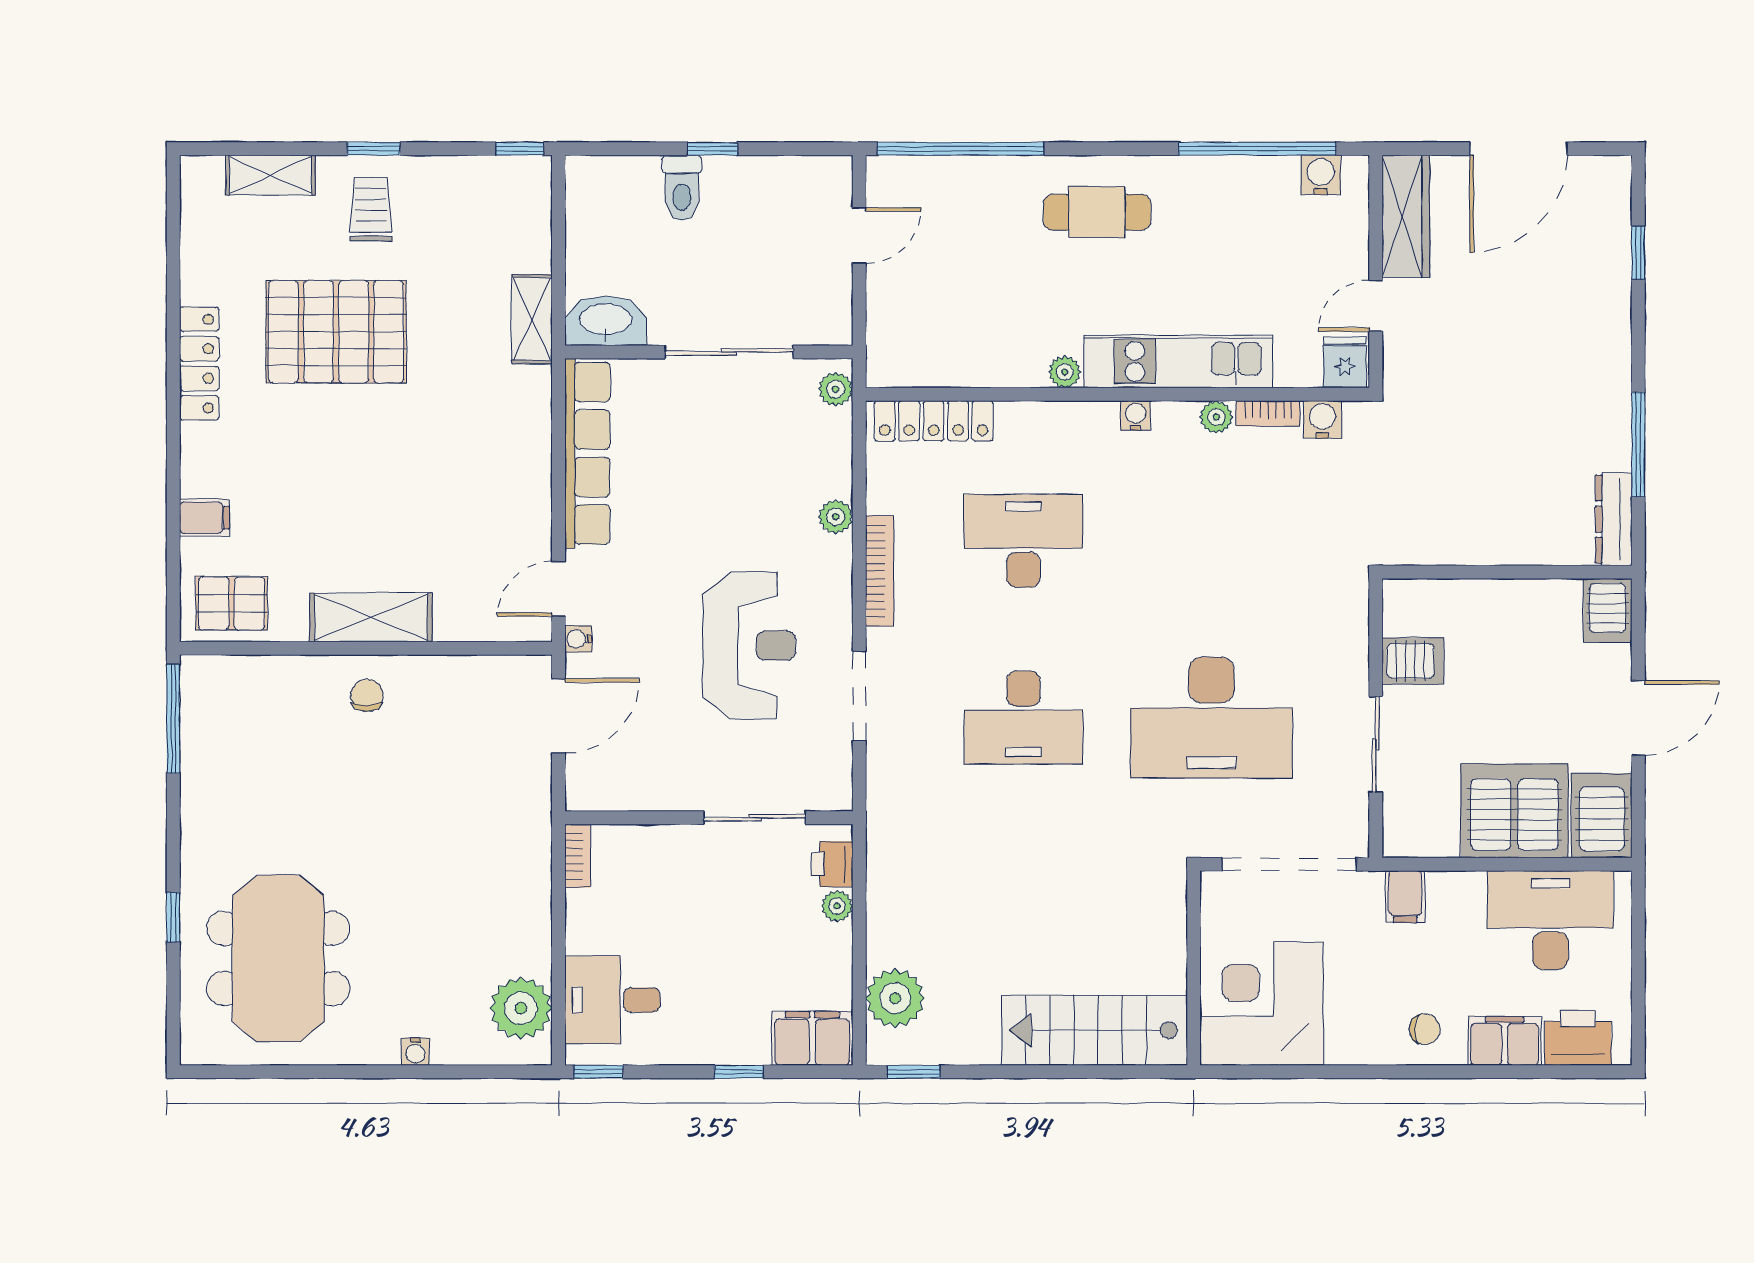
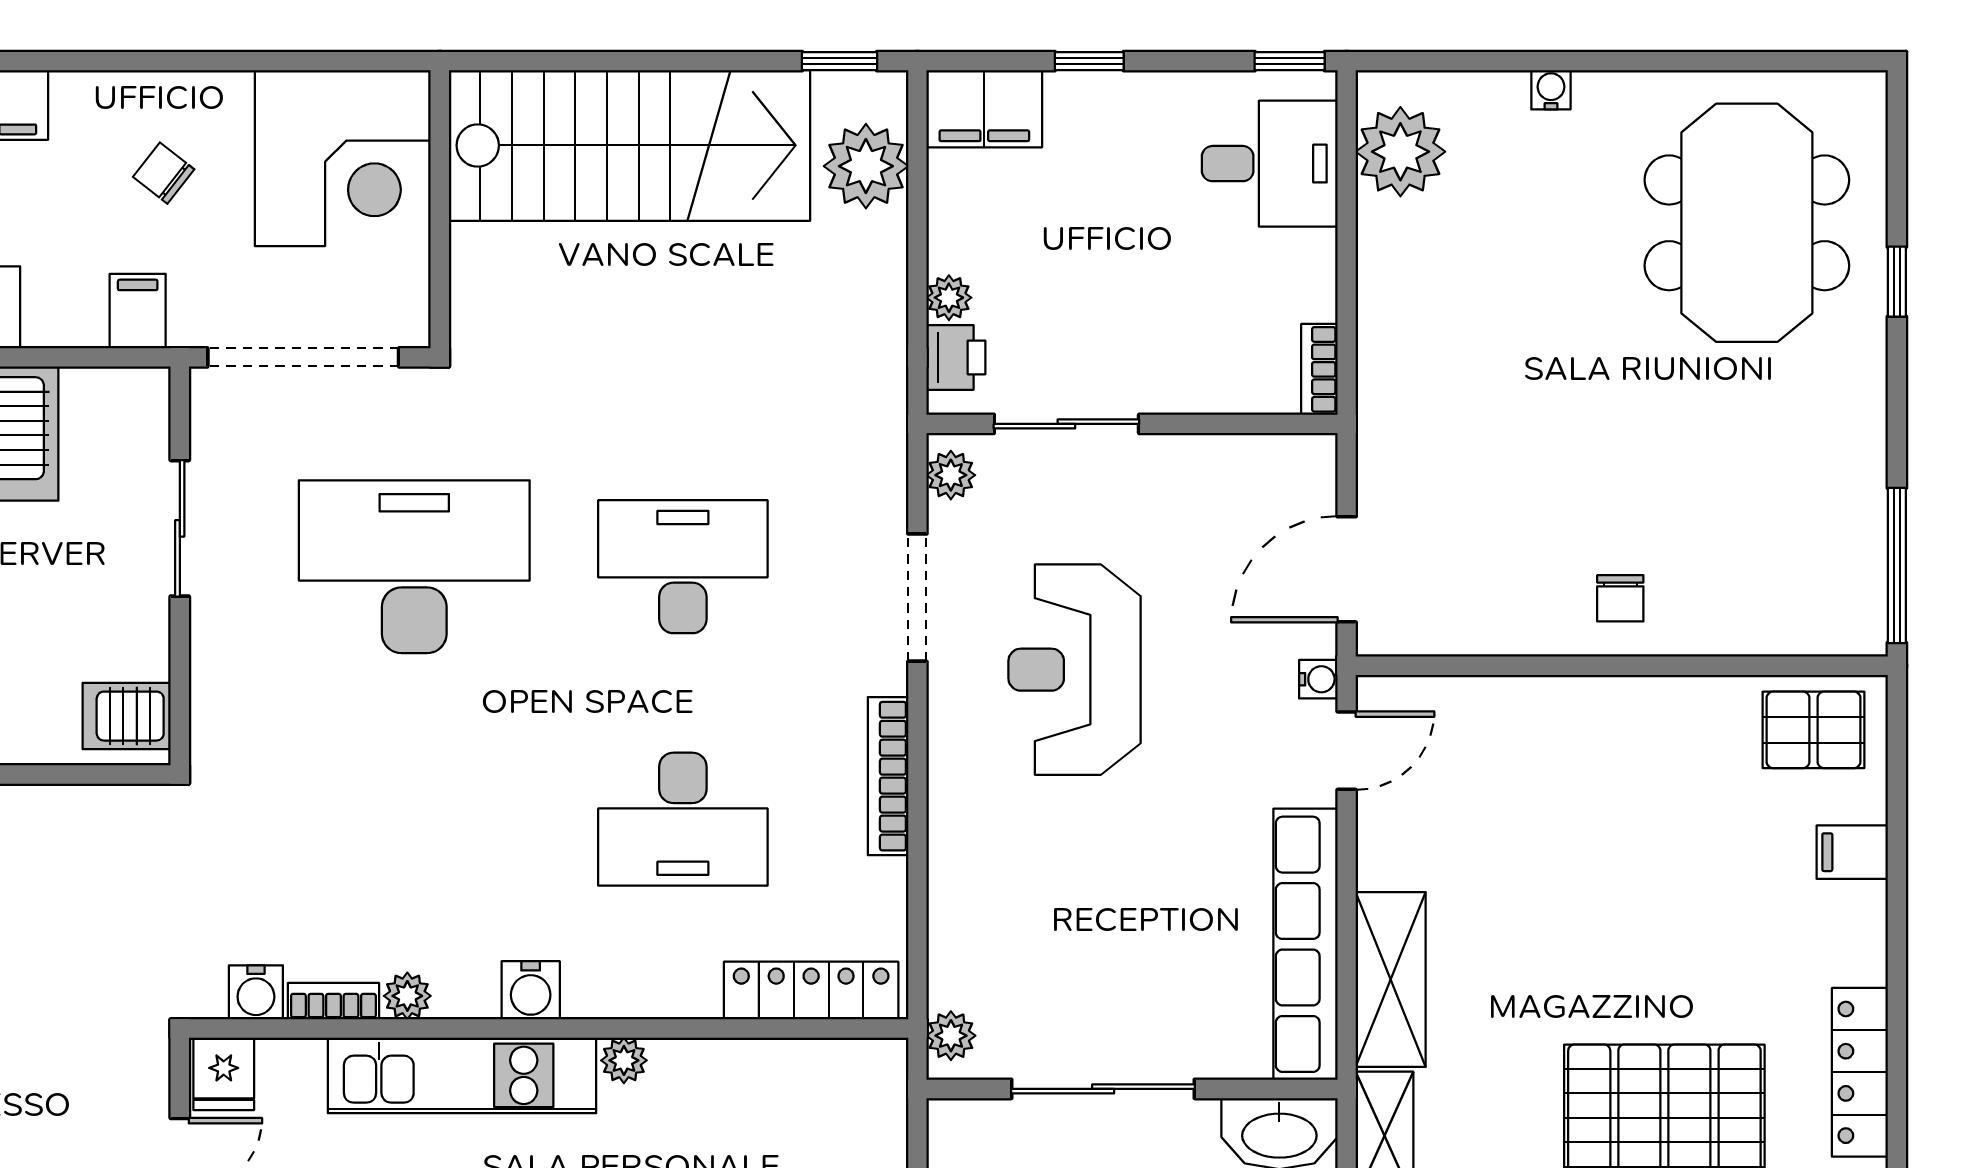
water cooler: (1136, 415) -> (531, 990), width x1.38, depth x1.38
plant: (836, 517) -> (951, 475), moved
shelving: (371, 617) -> (1391, 979), moved, turned 90
server rack: (1413, 661) -> (127, 716), moved
chair: (1425, 1029) -> (164, 173), moved, turned 38
stairs: (1094, 1030) -> (630, 145), width x1.36, depth x1.51

